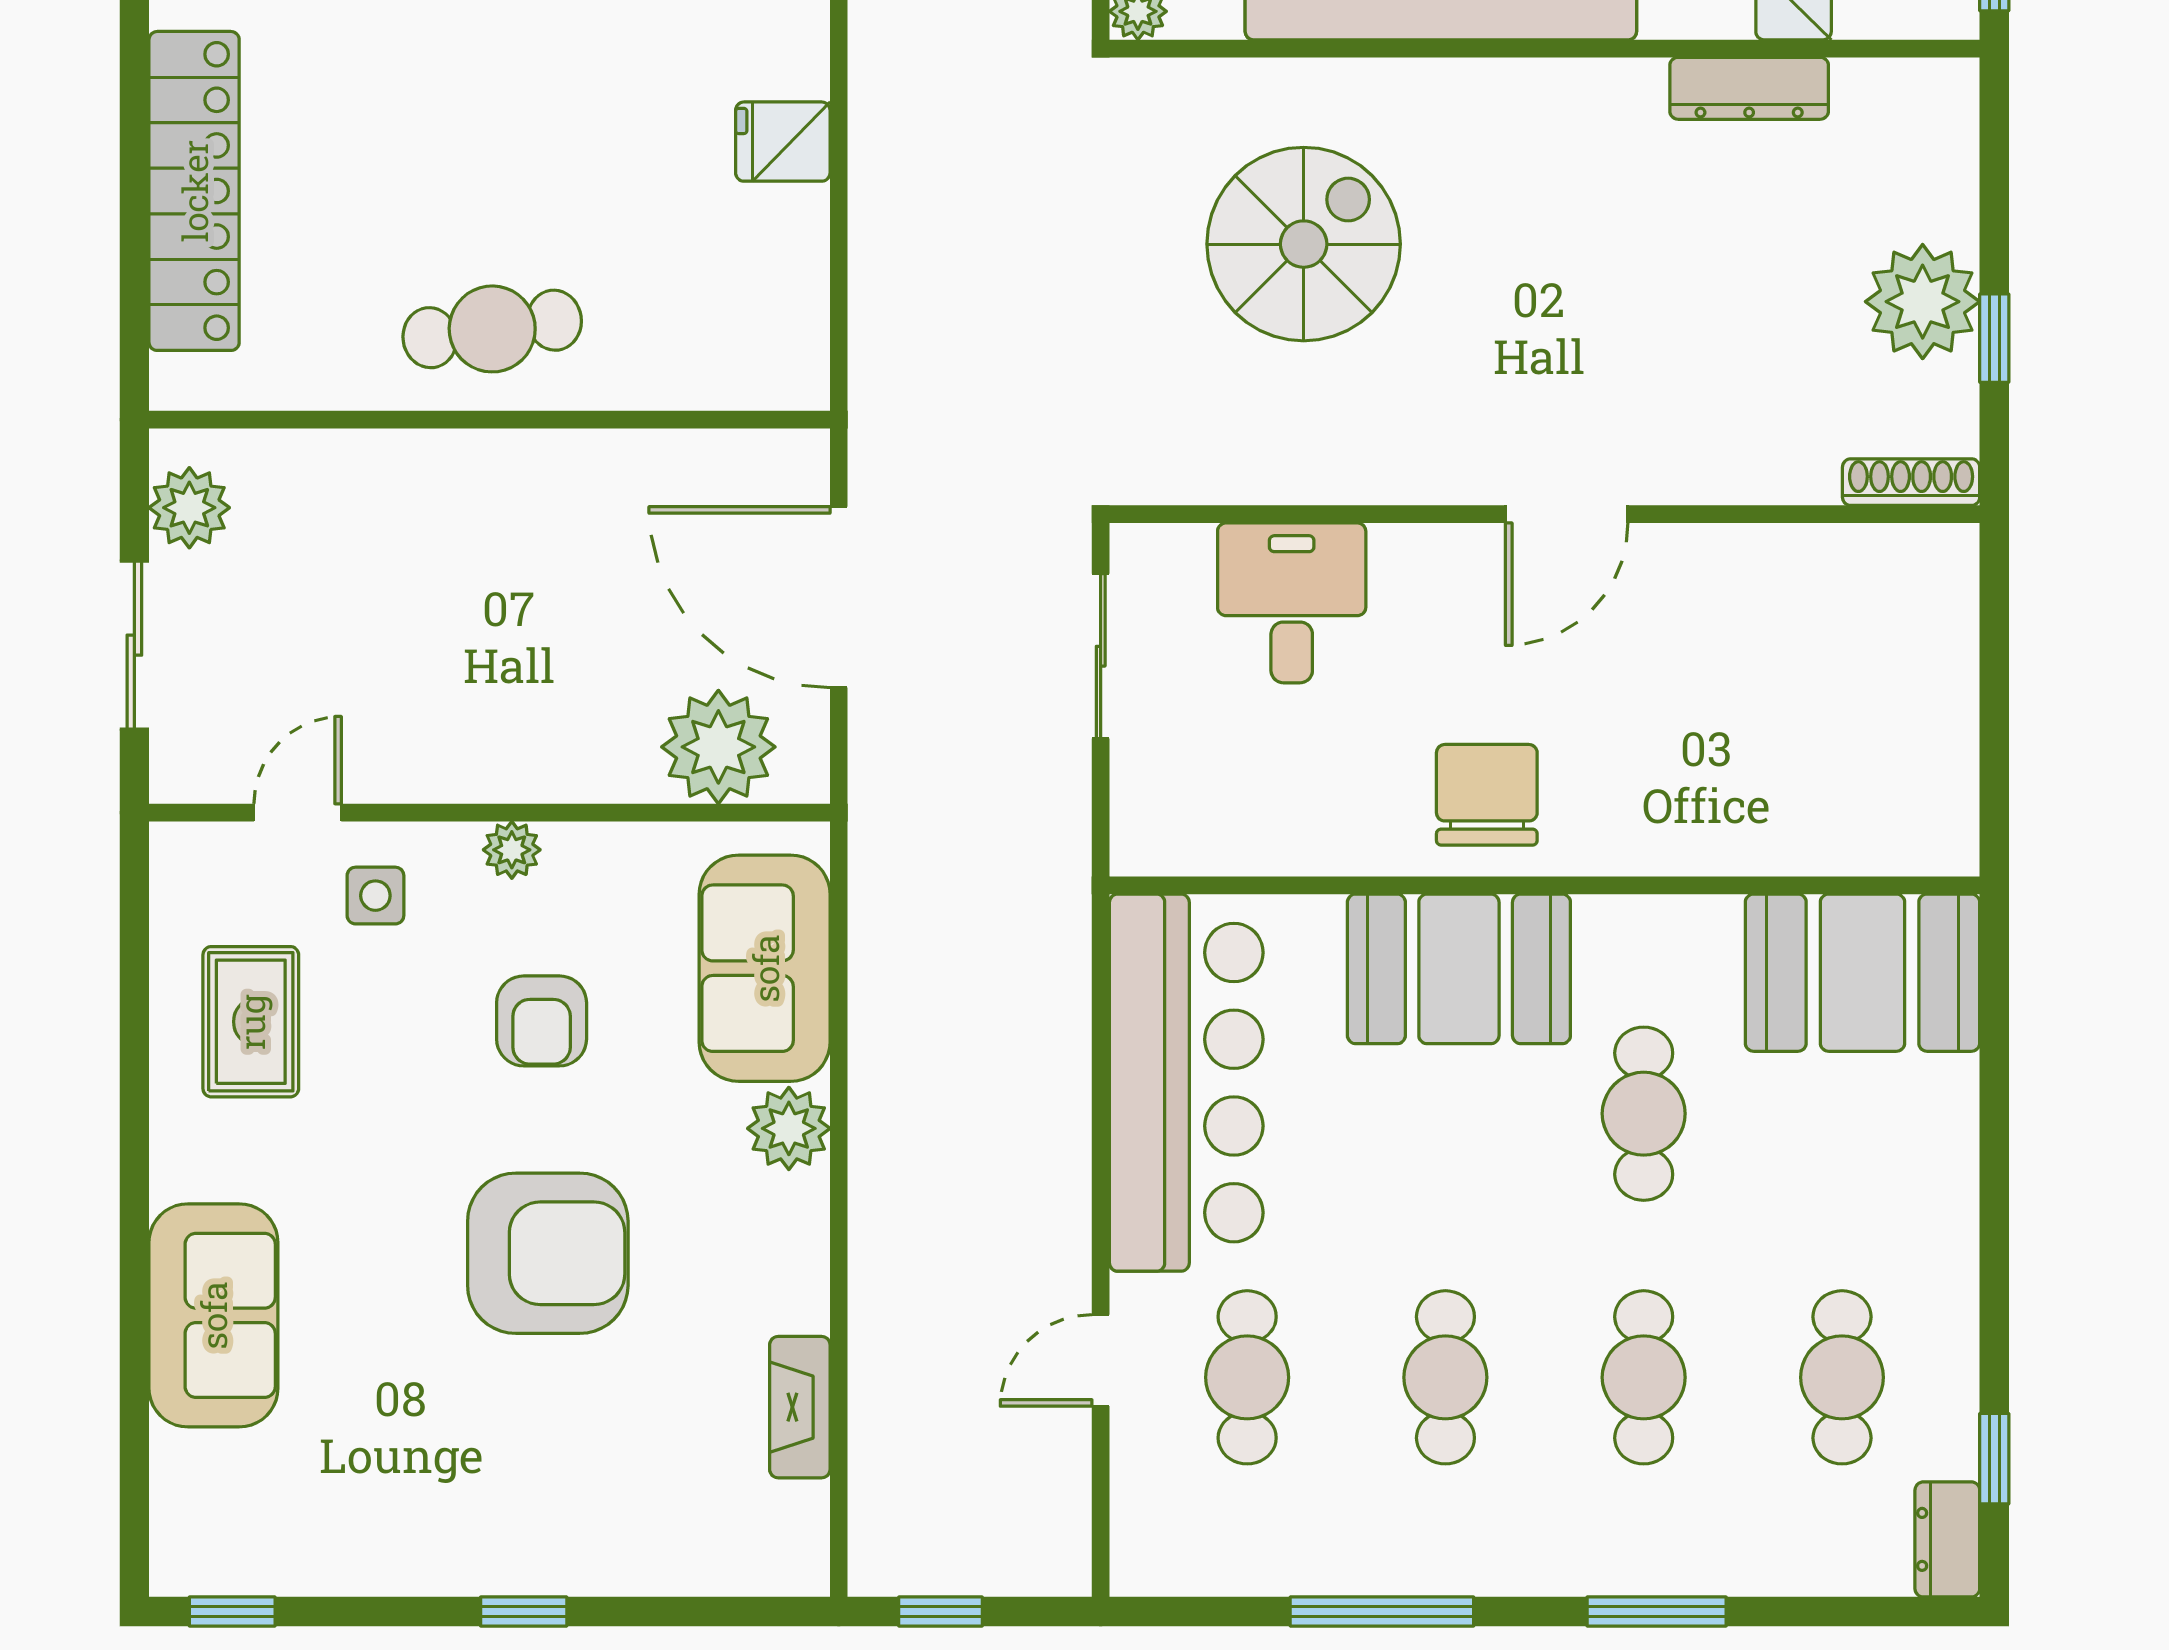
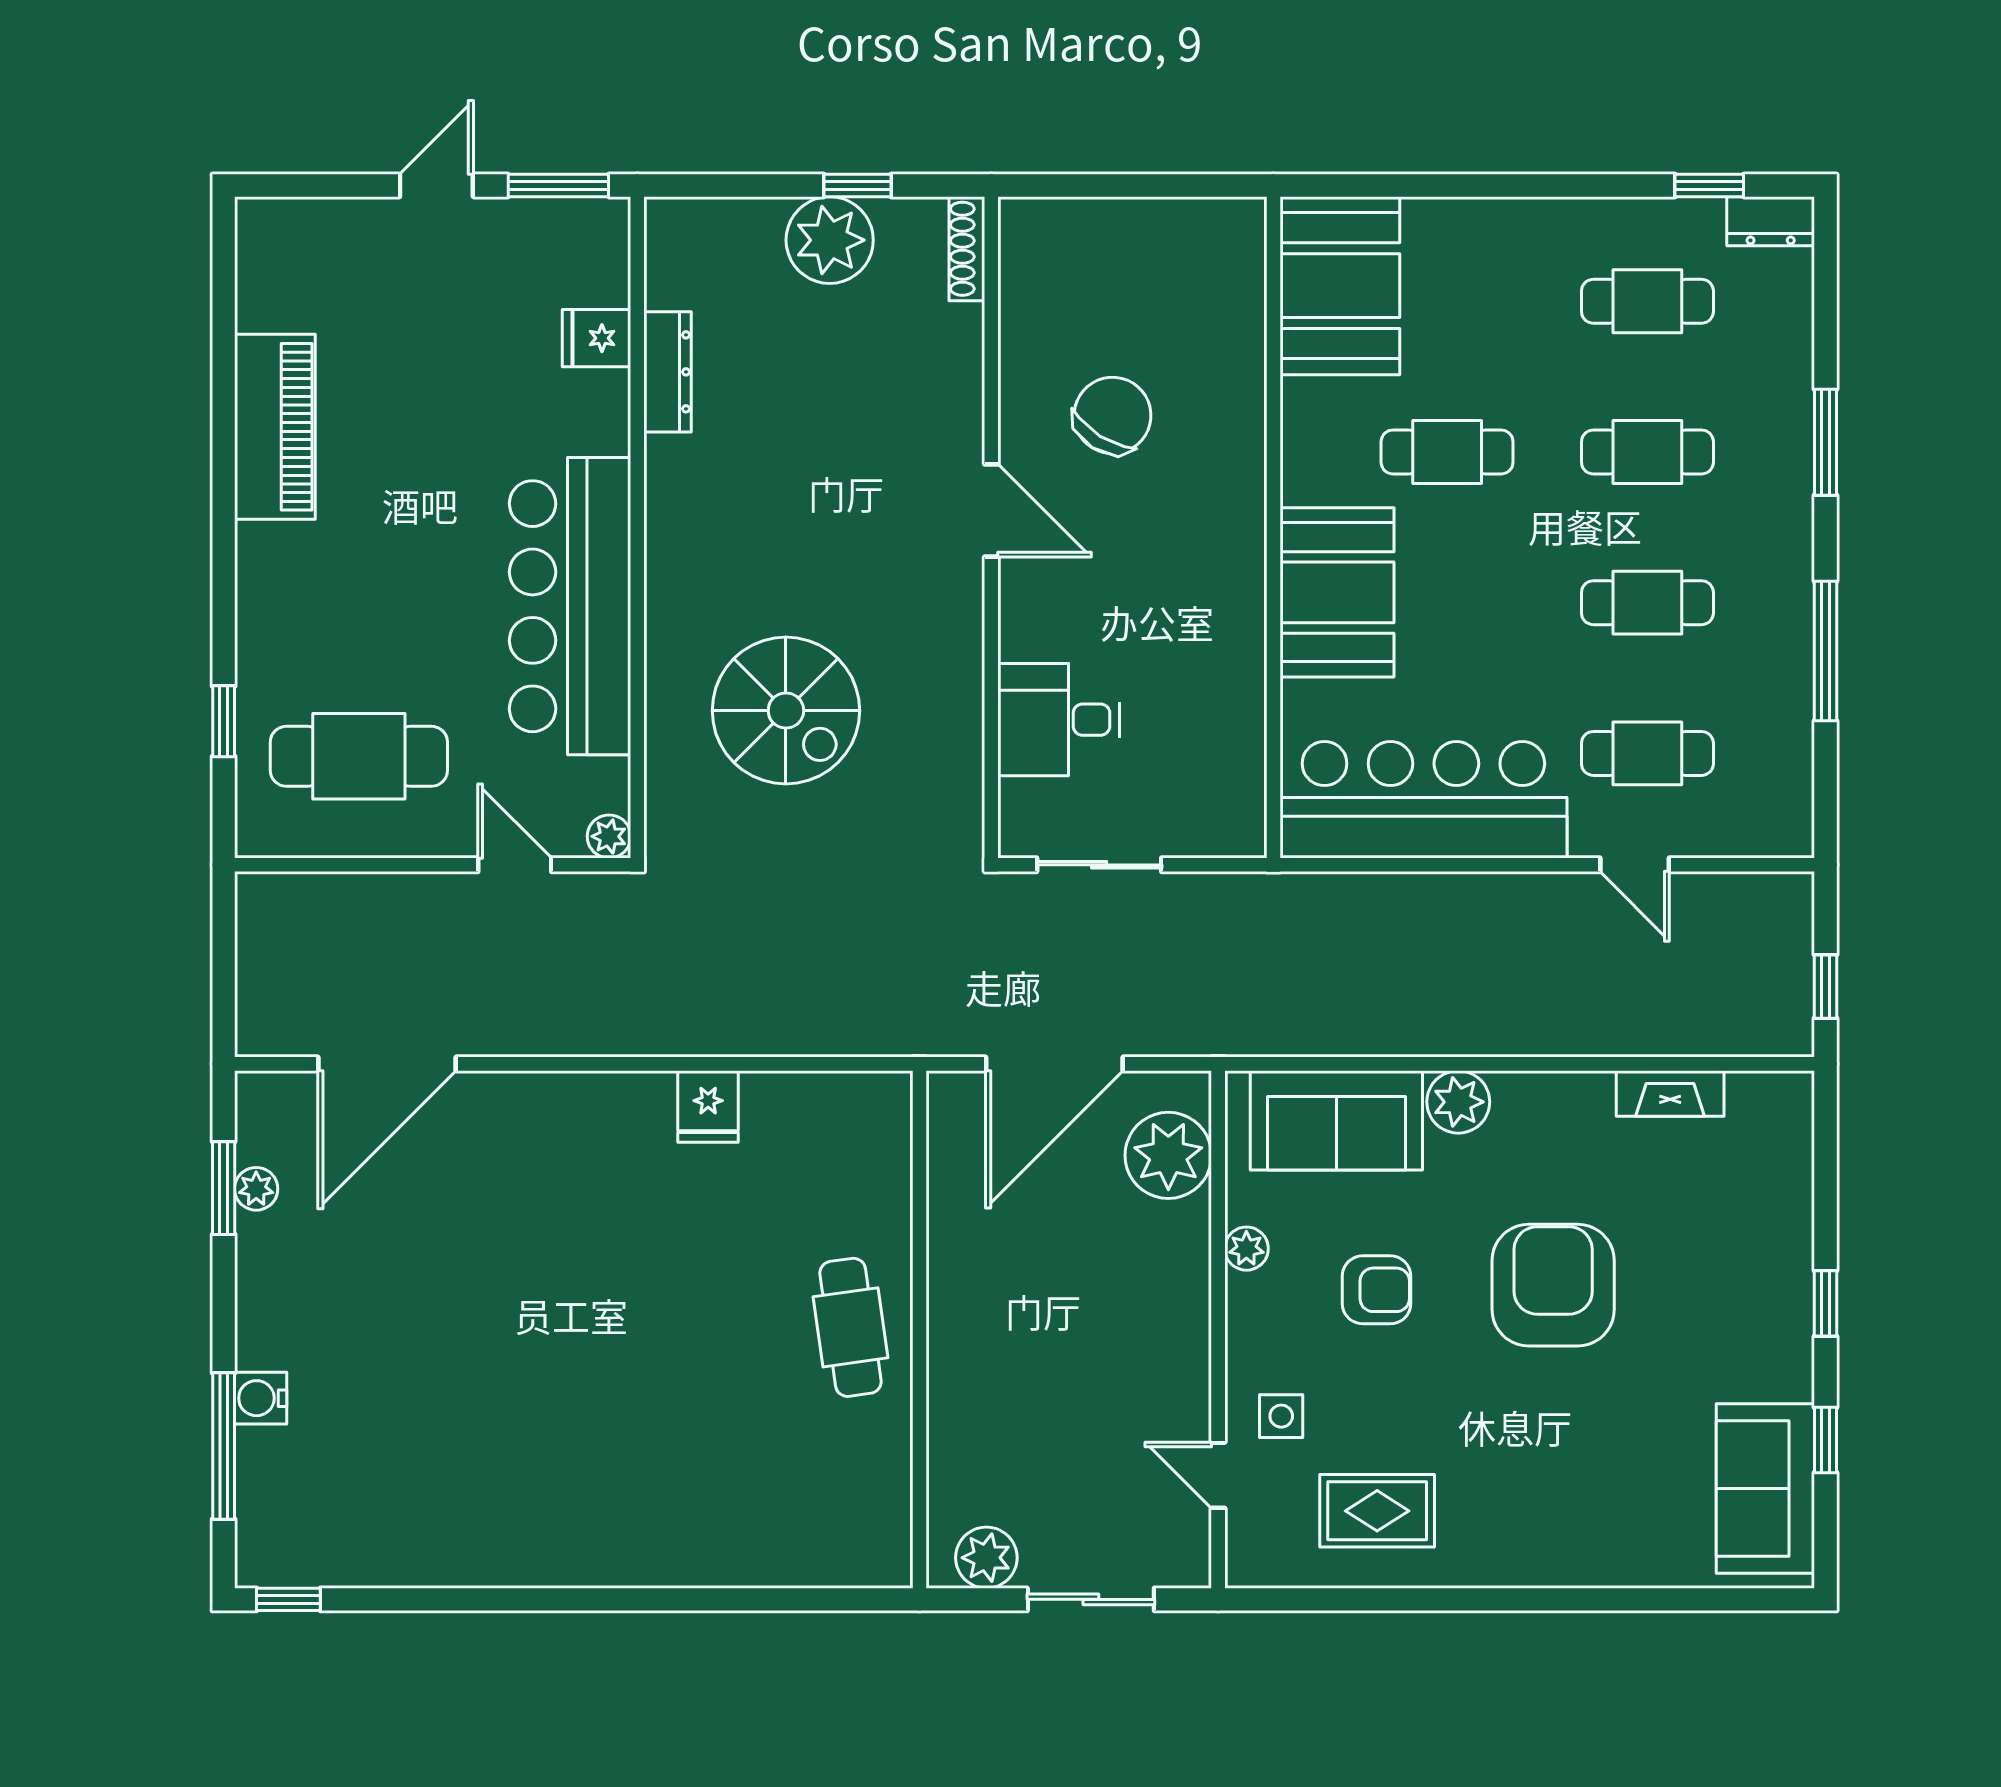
locker: (194, 191) -> (746, 1554), removed
spiral stairs: (1304, 244) -> (786, 711), turned 180
chair: (1487, 795) -> (1113, 415), moved, turned 122
plant: (512, 850) -> (1246, 1249), moved
sofa: (213, 1315) -> (1765, 1489), moved, turned -90
window: (232, 1612) -> (1825, 1440), moved

